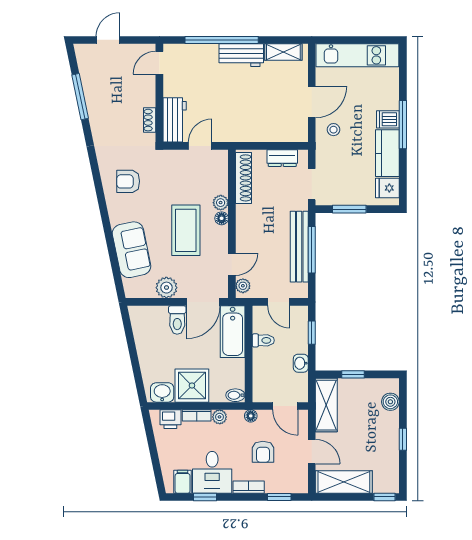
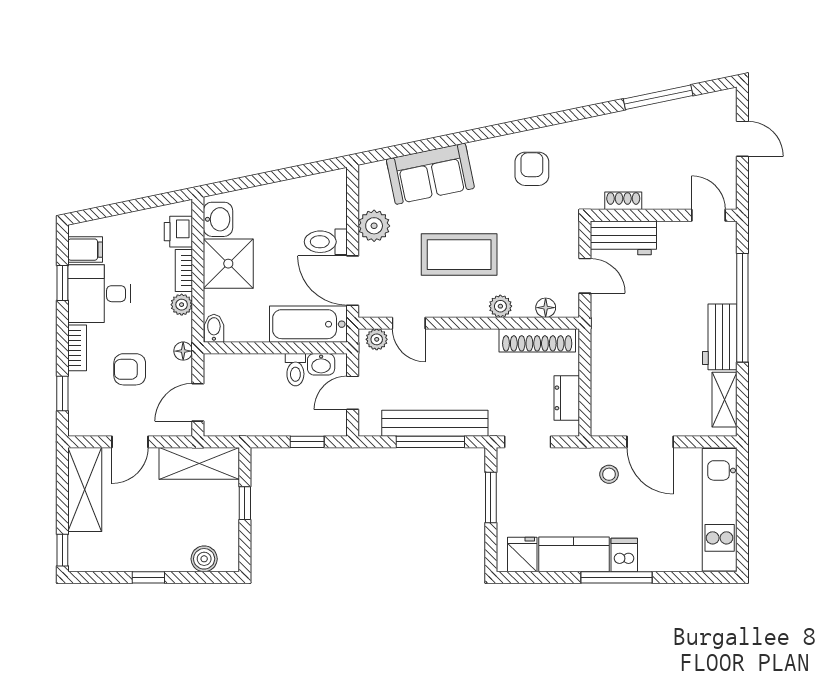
floor lamp: (222, 218) -> (546, 308), moved
washbasin: (301, 363) -> (321, 364), moved, turned 180

